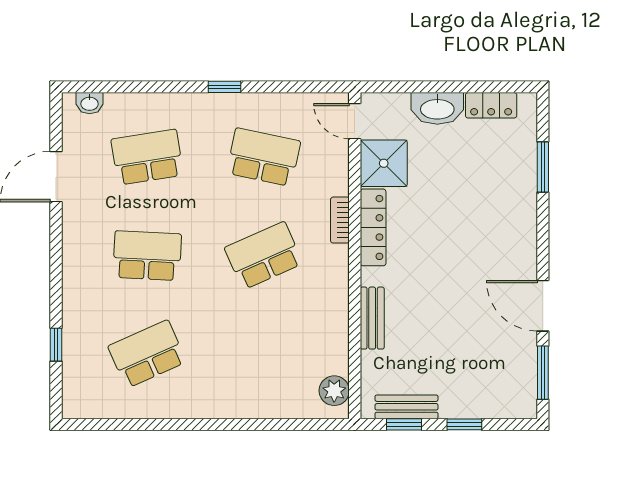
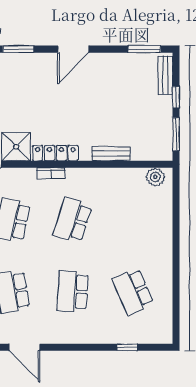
school desk: (264, 256) -> (73, 220), turned 42
door: (543, 306) -> (73, 49), moved
bench: (407, 407) -> (165, 75), moved
window: (404, 424) -> (176, 134), width x1.50

